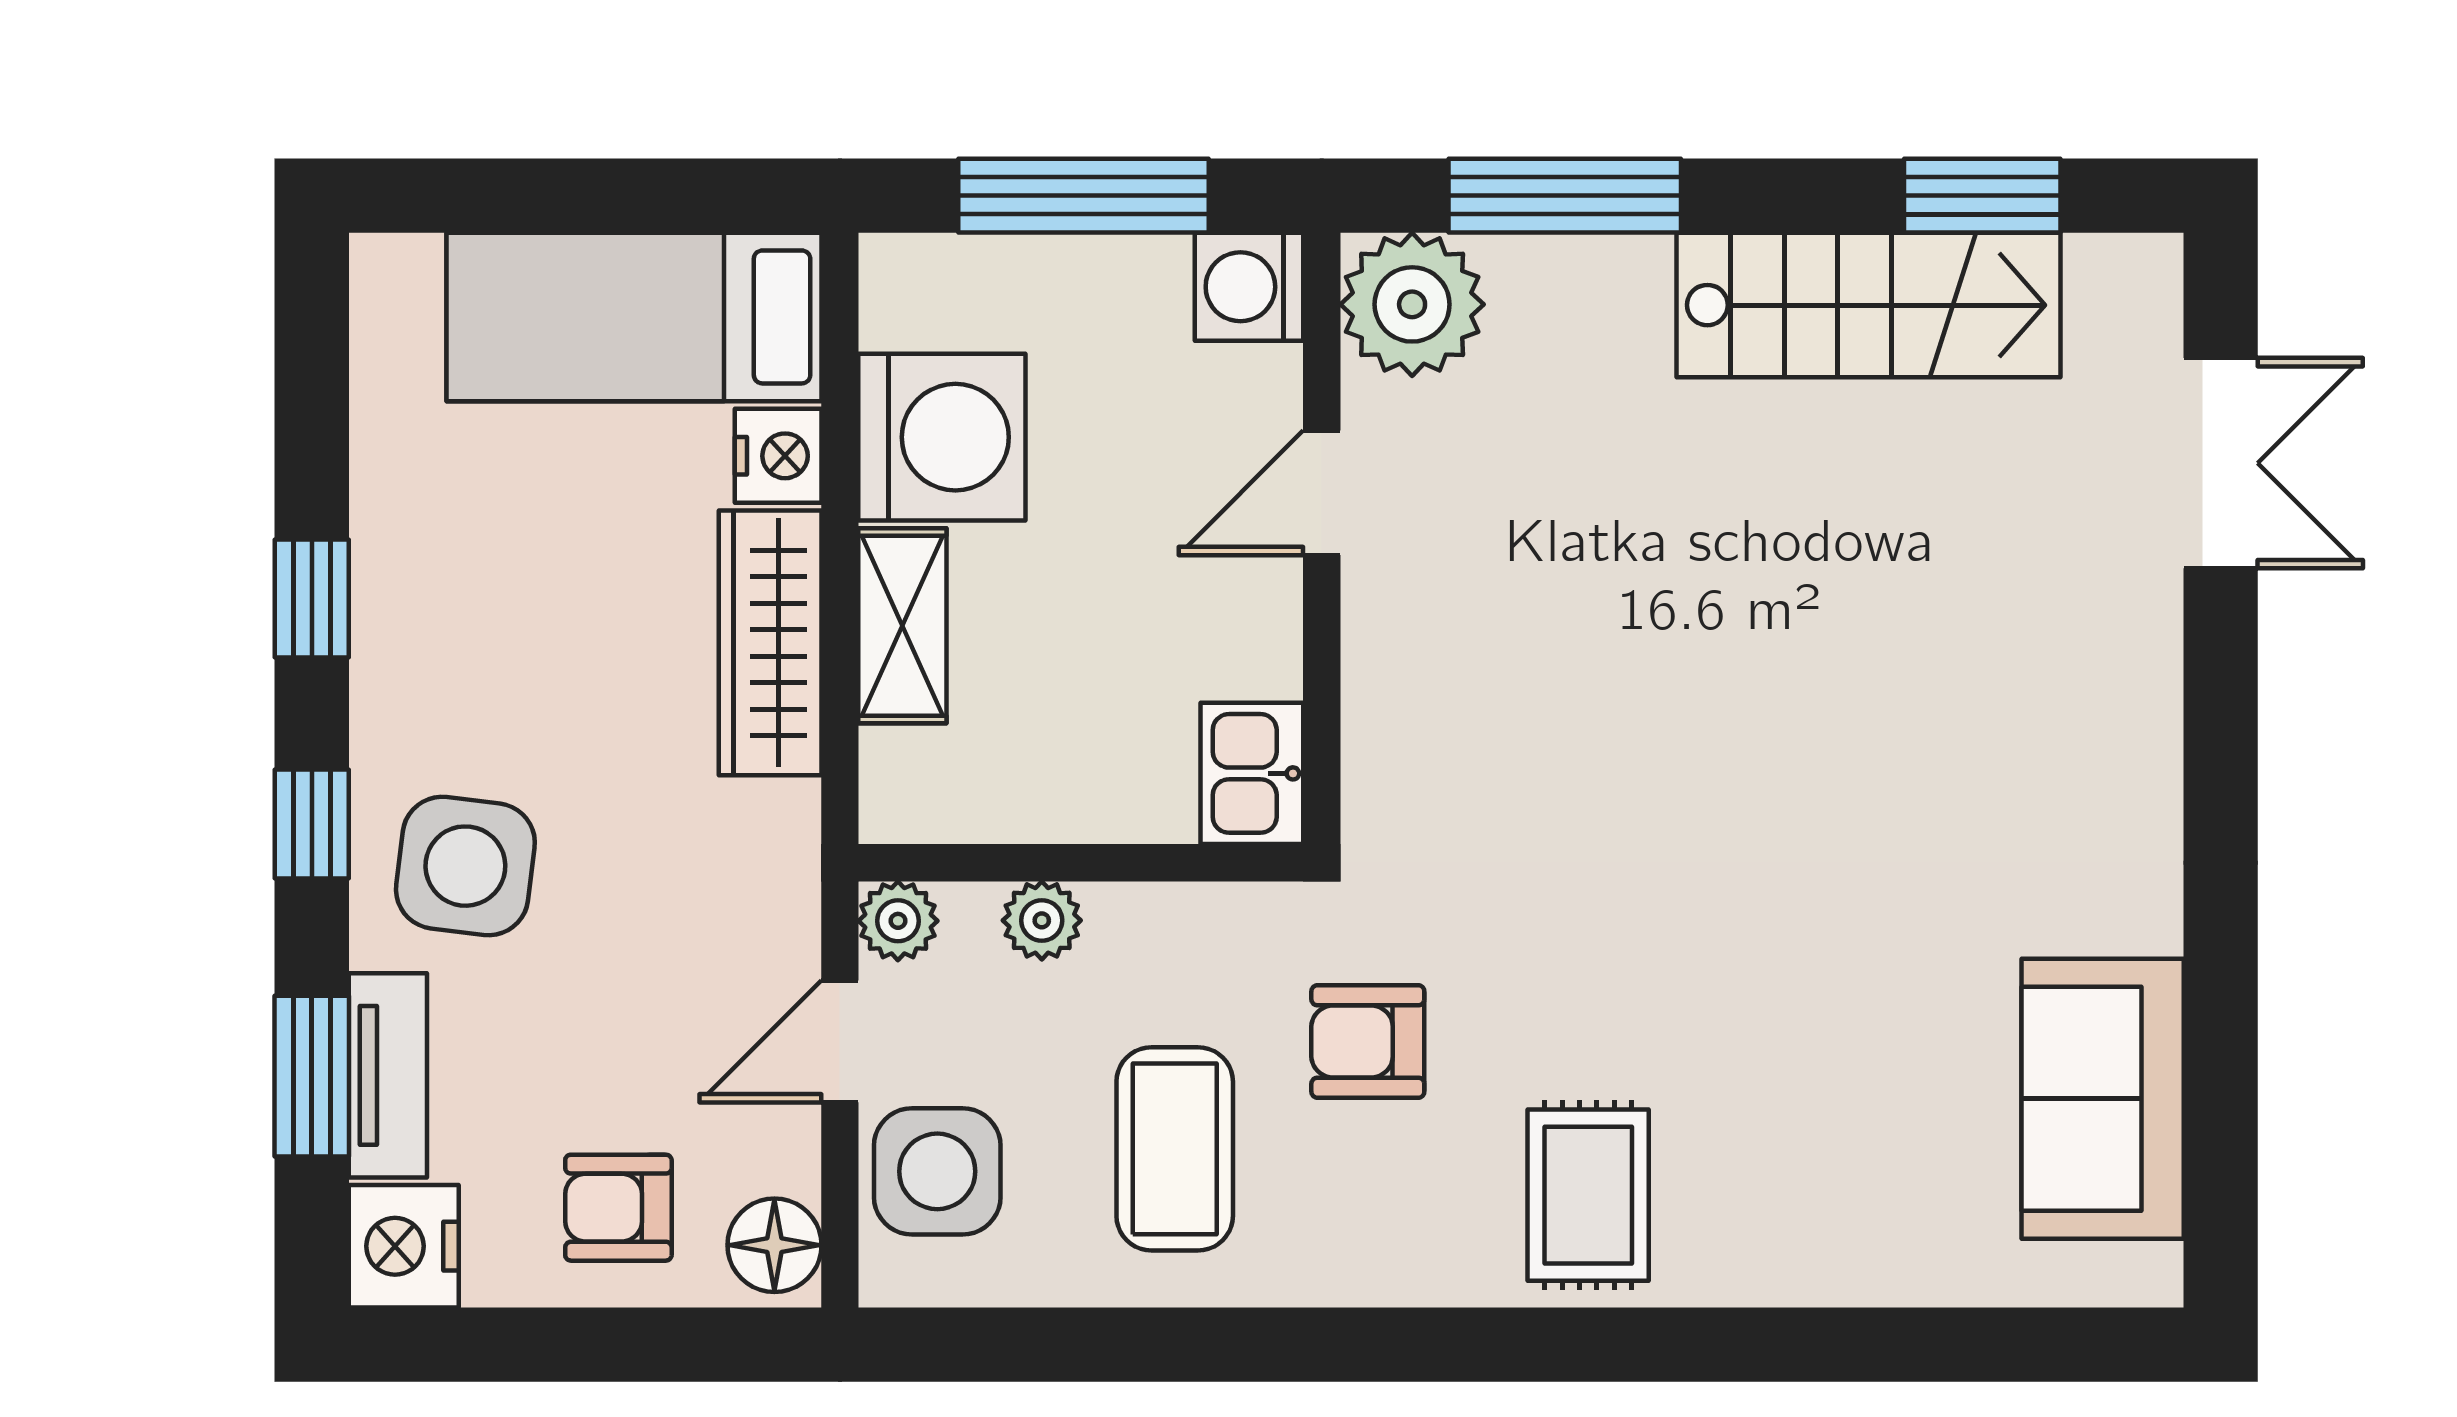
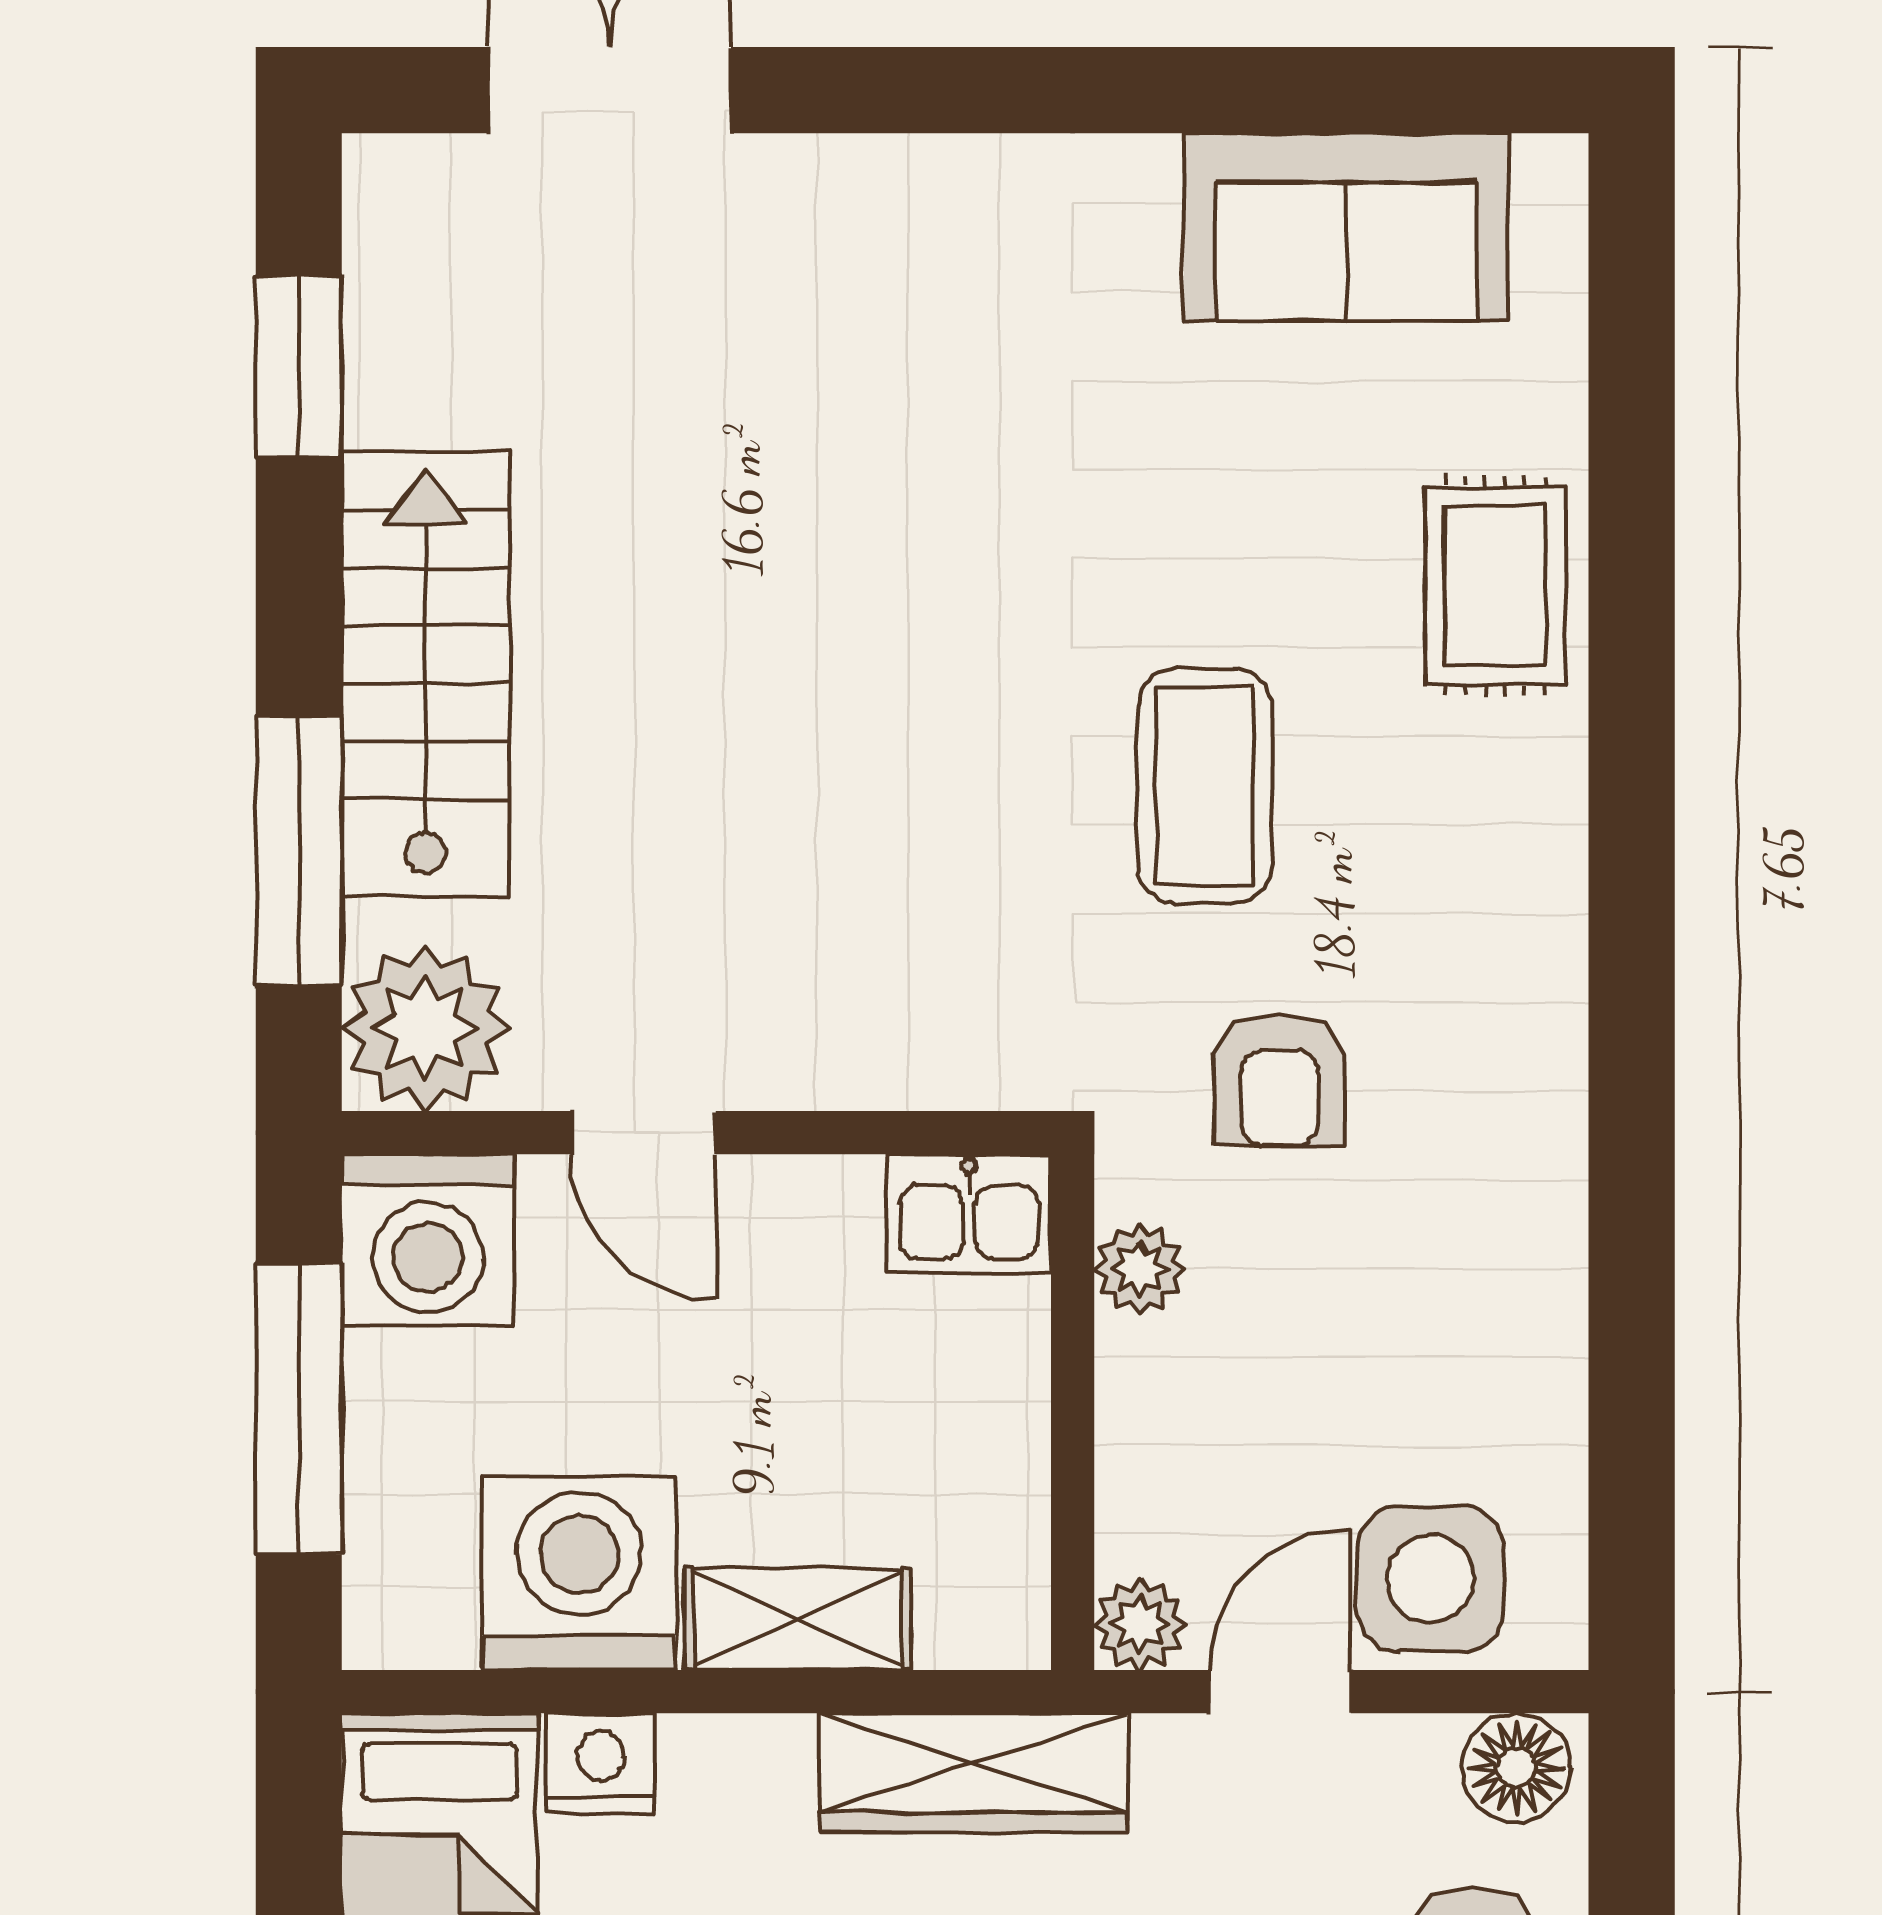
washing machine: (1249, 287) -> (428, 1240), width x1.37, depth x1.37
stairs: (1869, 305) -> (426, 674), moved
wardrobe: (770, 643) -> (973, 1773), moved
plant: (1042, 920) -> (1140, 1269), moved
door: (840, 1041) -> (1280, 1692), swing flipped
coffee table: (1175, 1149) -> (1205, 786), moved, turned 90
rug: (1588, 1195) -> (1495, 586), moved, turned 90

